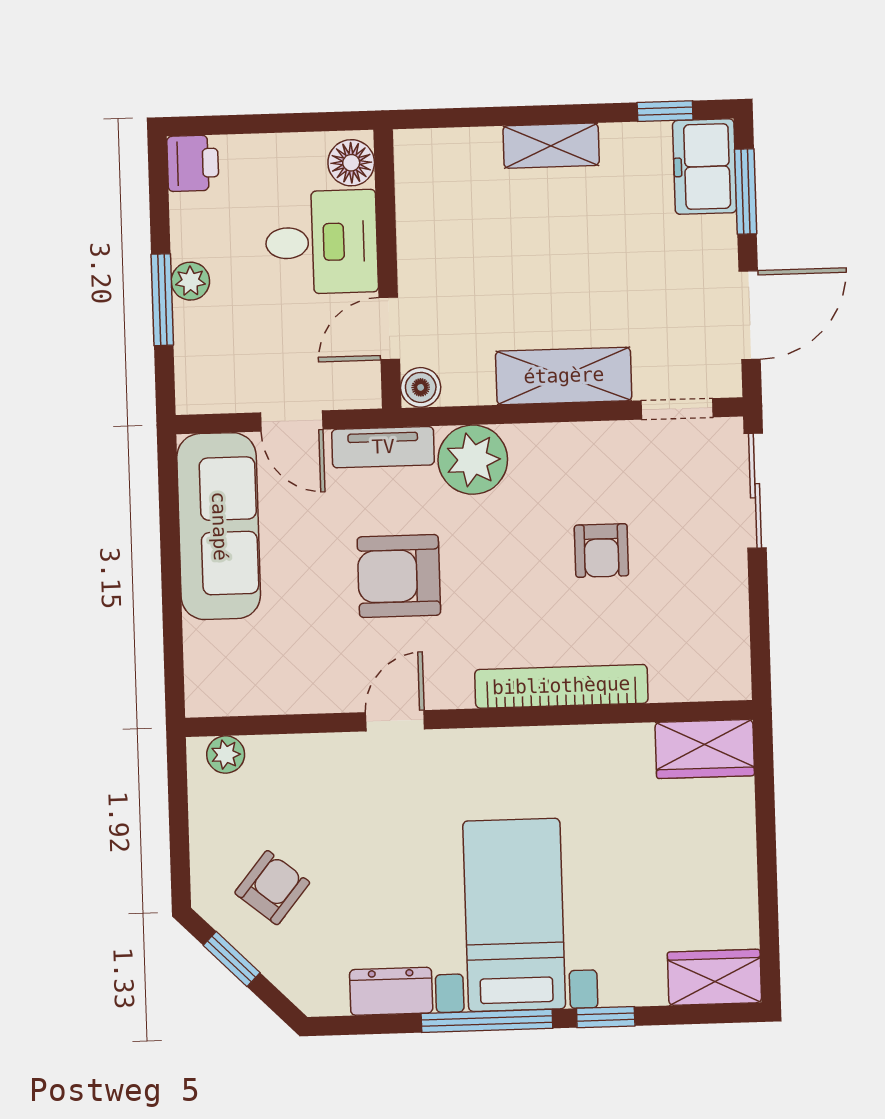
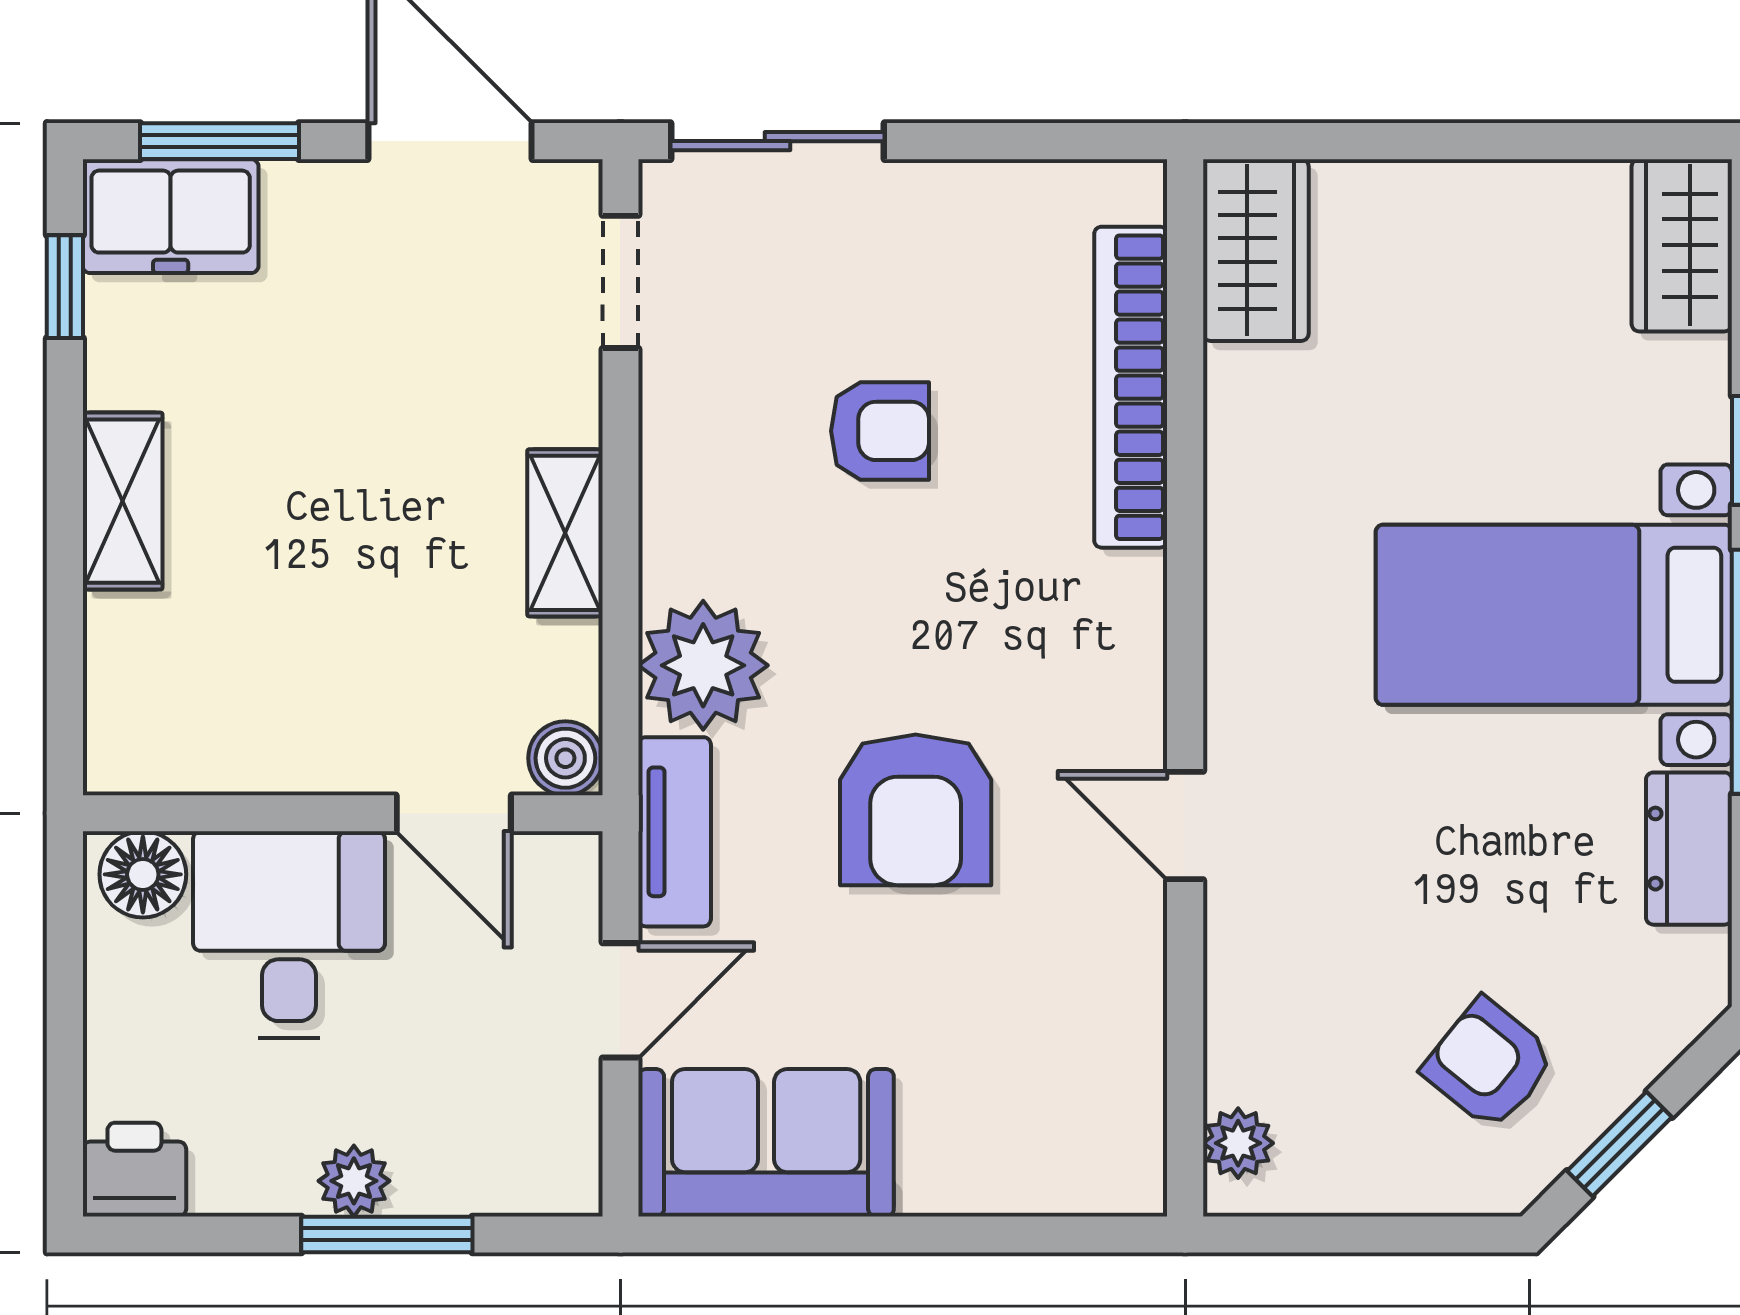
shelving: (564, 376) -> (565, 533), width x0.67, depth x0.75
sofa: (219, 526) -> (766, 1143), width x0.73
bookcase: (561, 686) -> (1131, 387), moved

